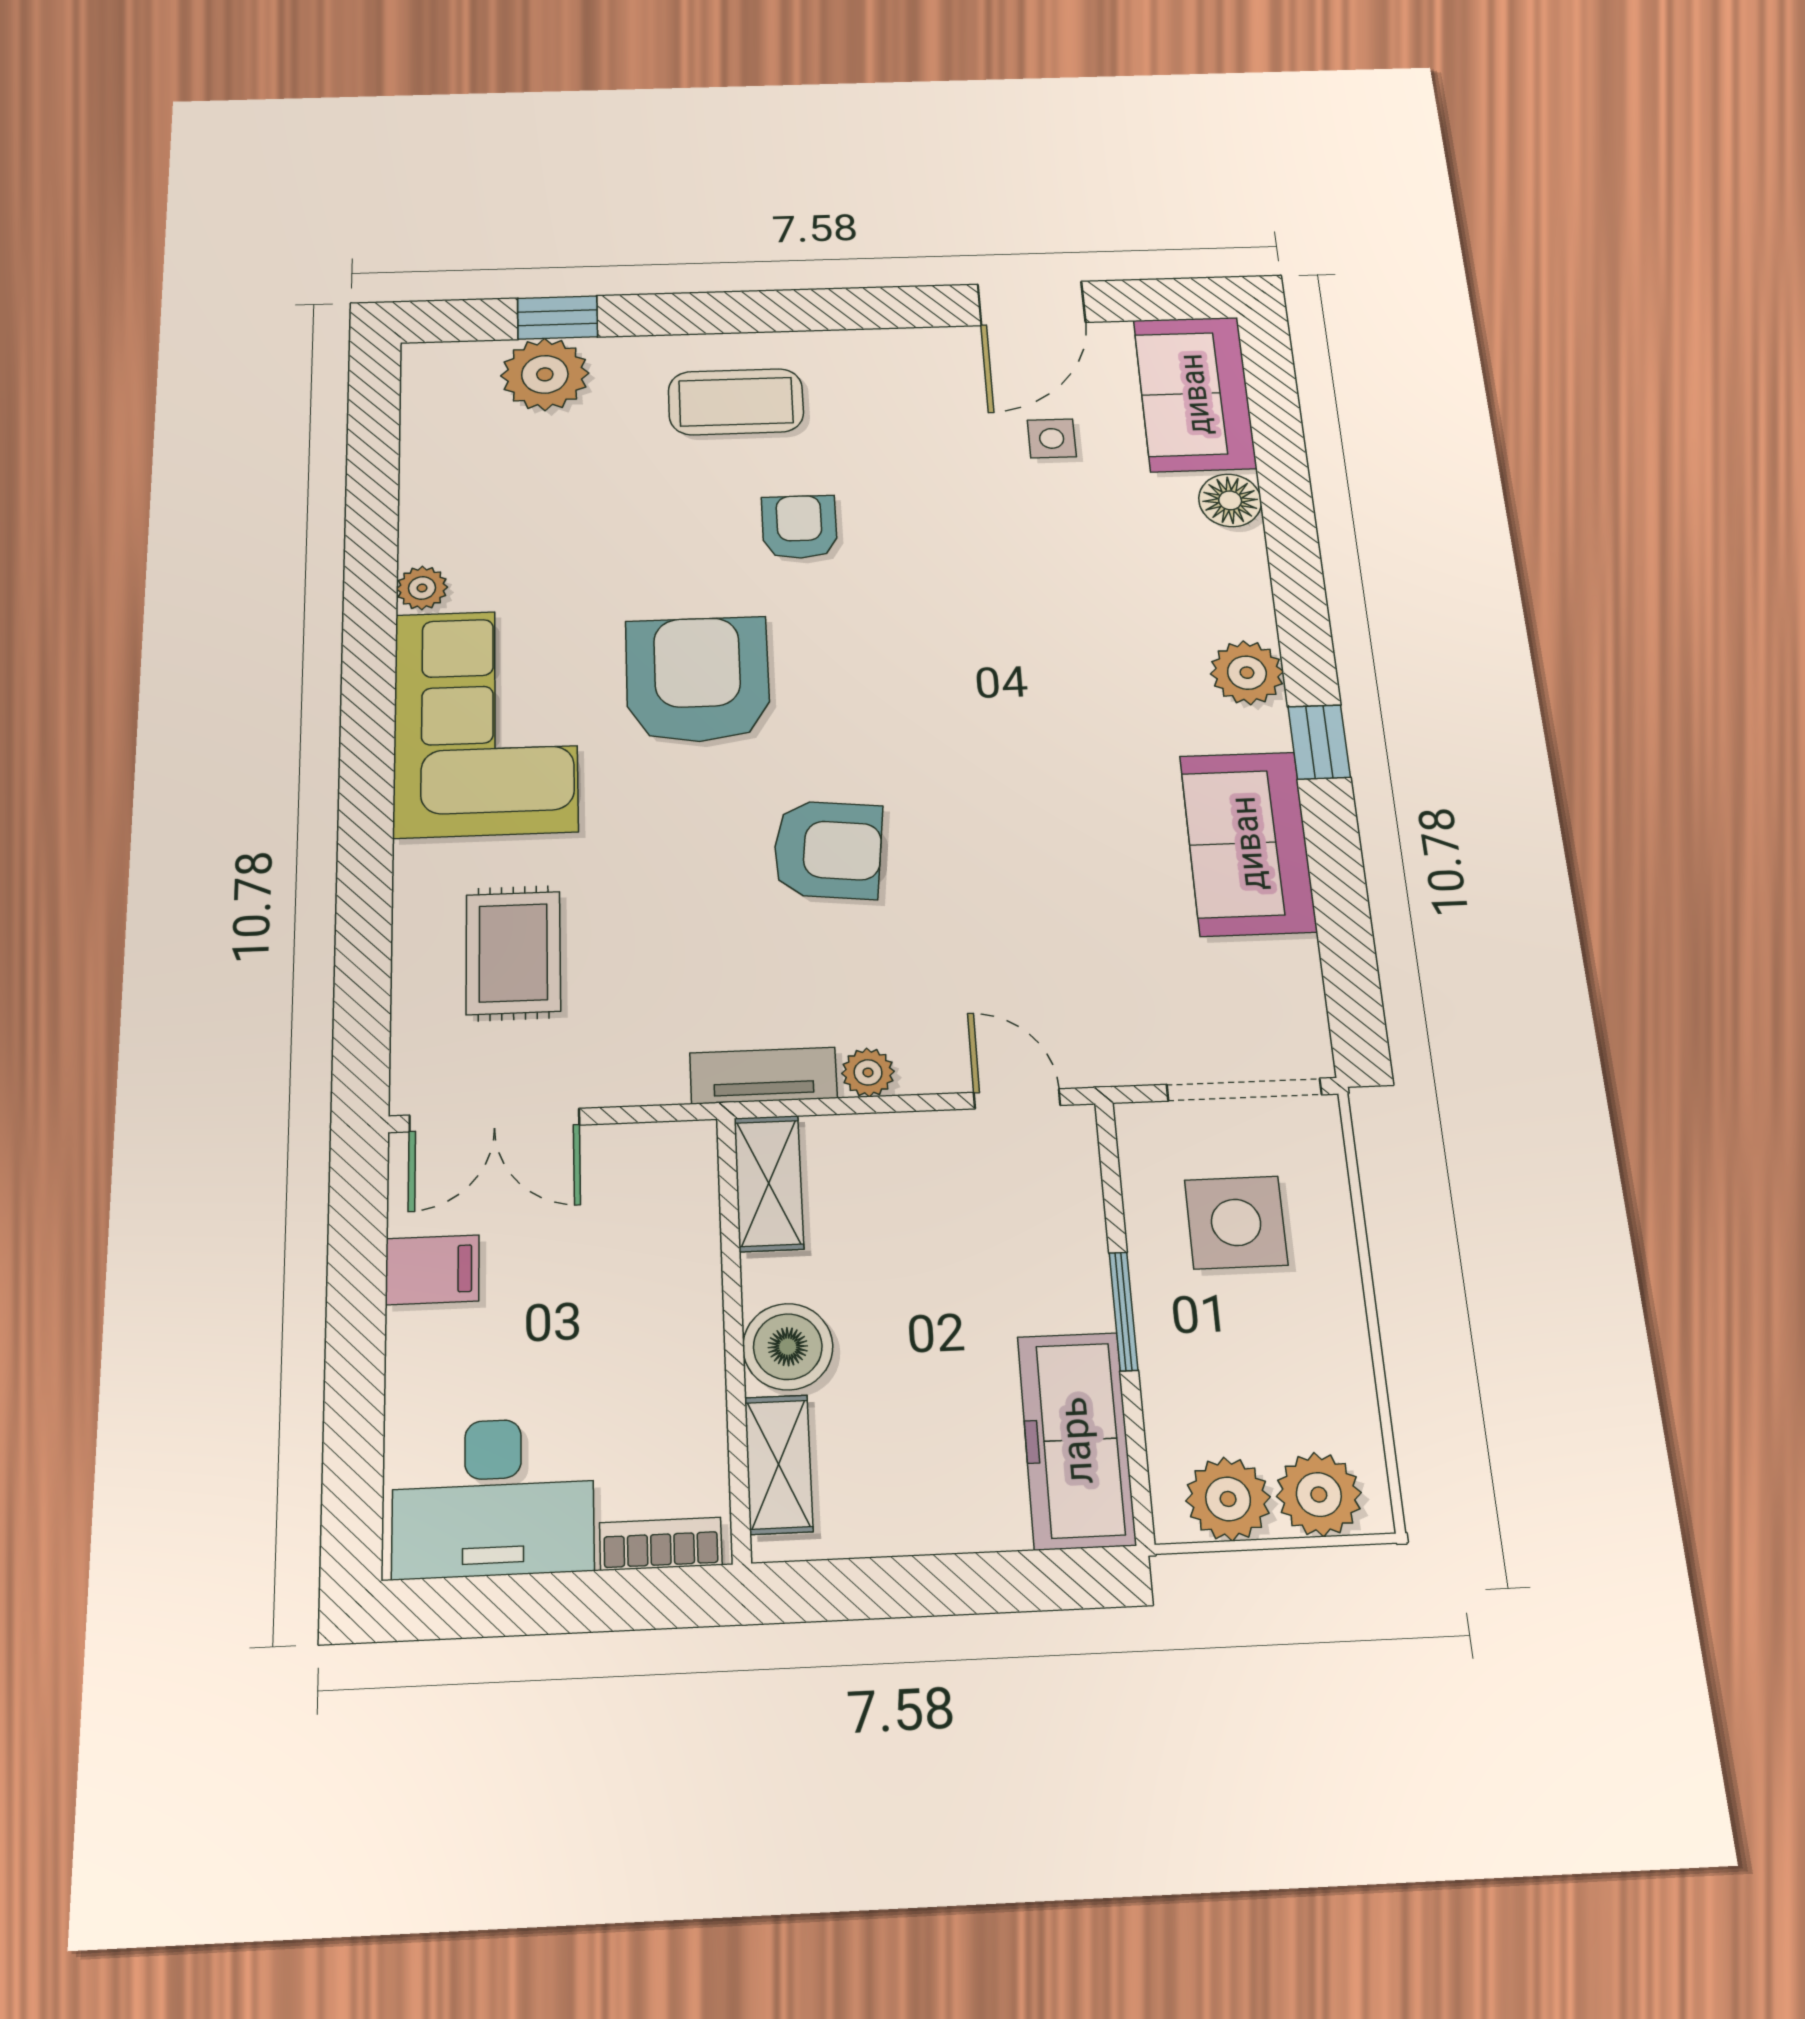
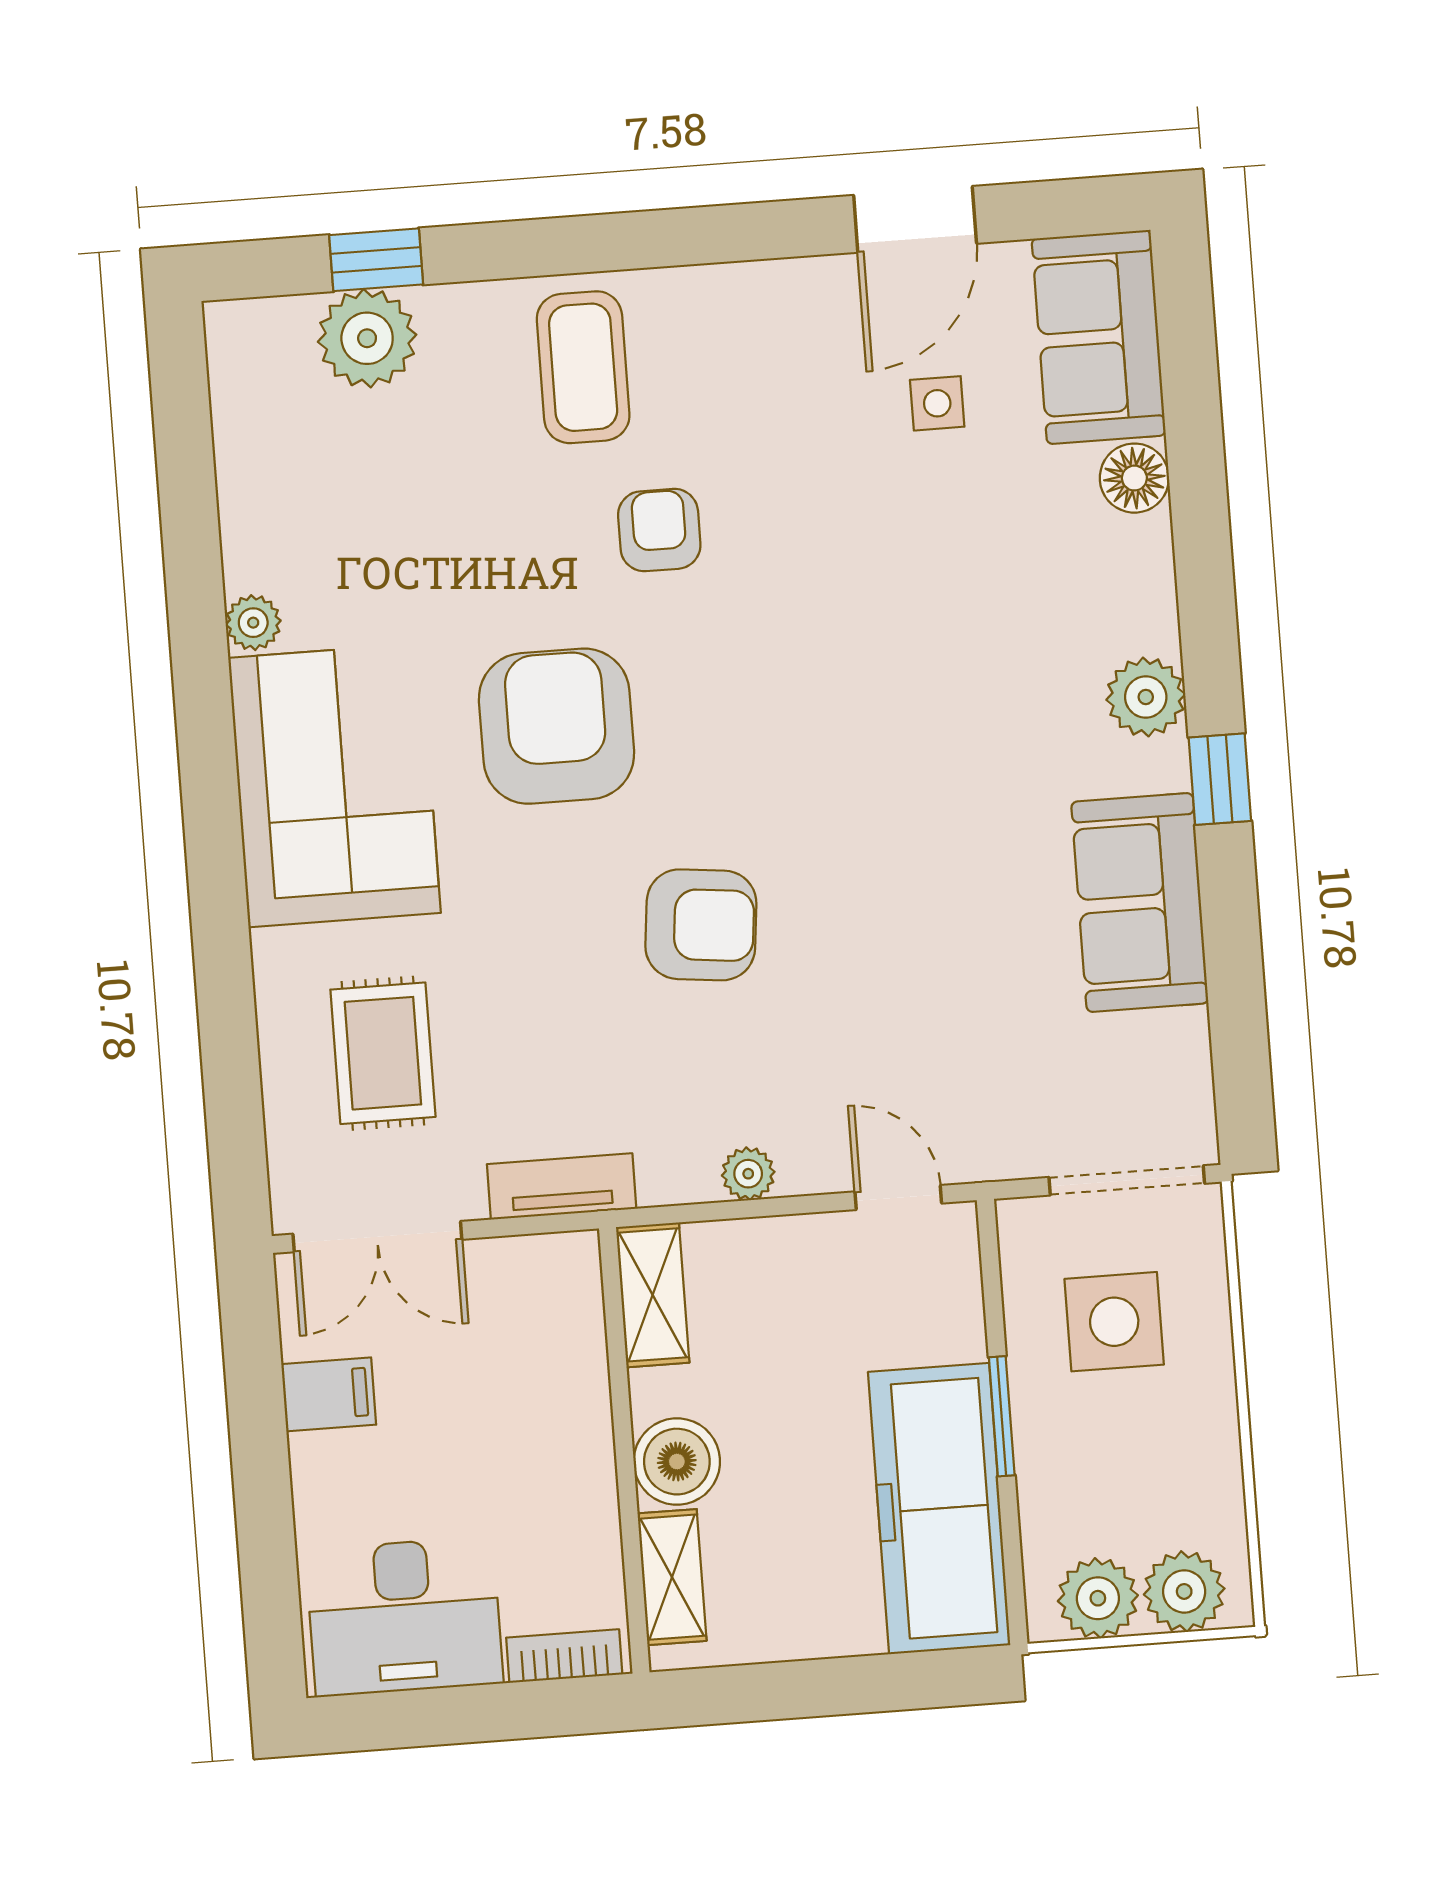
coffee table: (736, 402) -> (583, 367), turned 90
tv unit: (763, 1075) -> (562, 1186), moved
freezer: (1076, 1440) -> (939, 1509), width x1.36, depth x1.26

